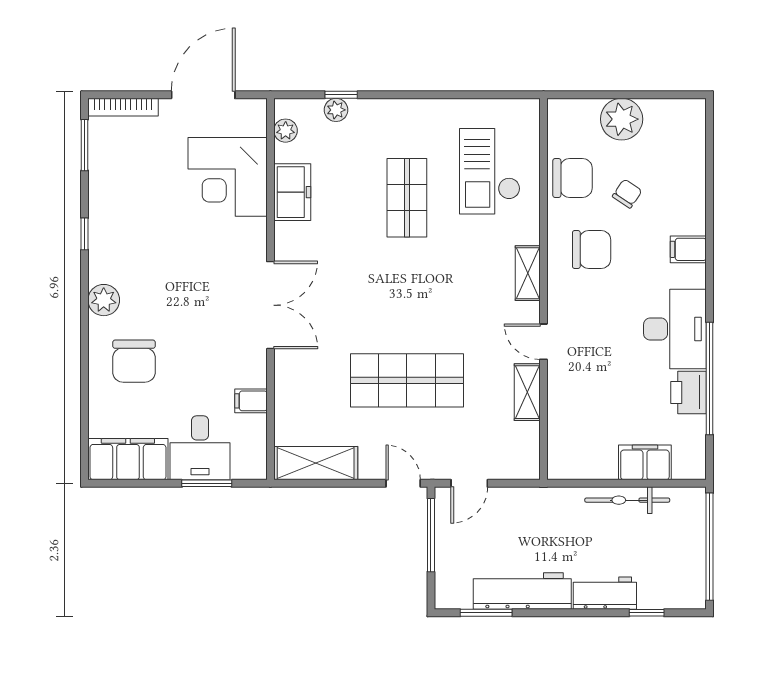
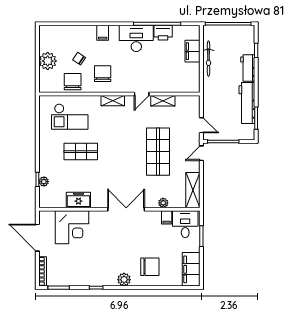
plant: (286, 131) -> (163, 203), moved
desk: (200, 448) -> (185, 224), moved, turned -90

